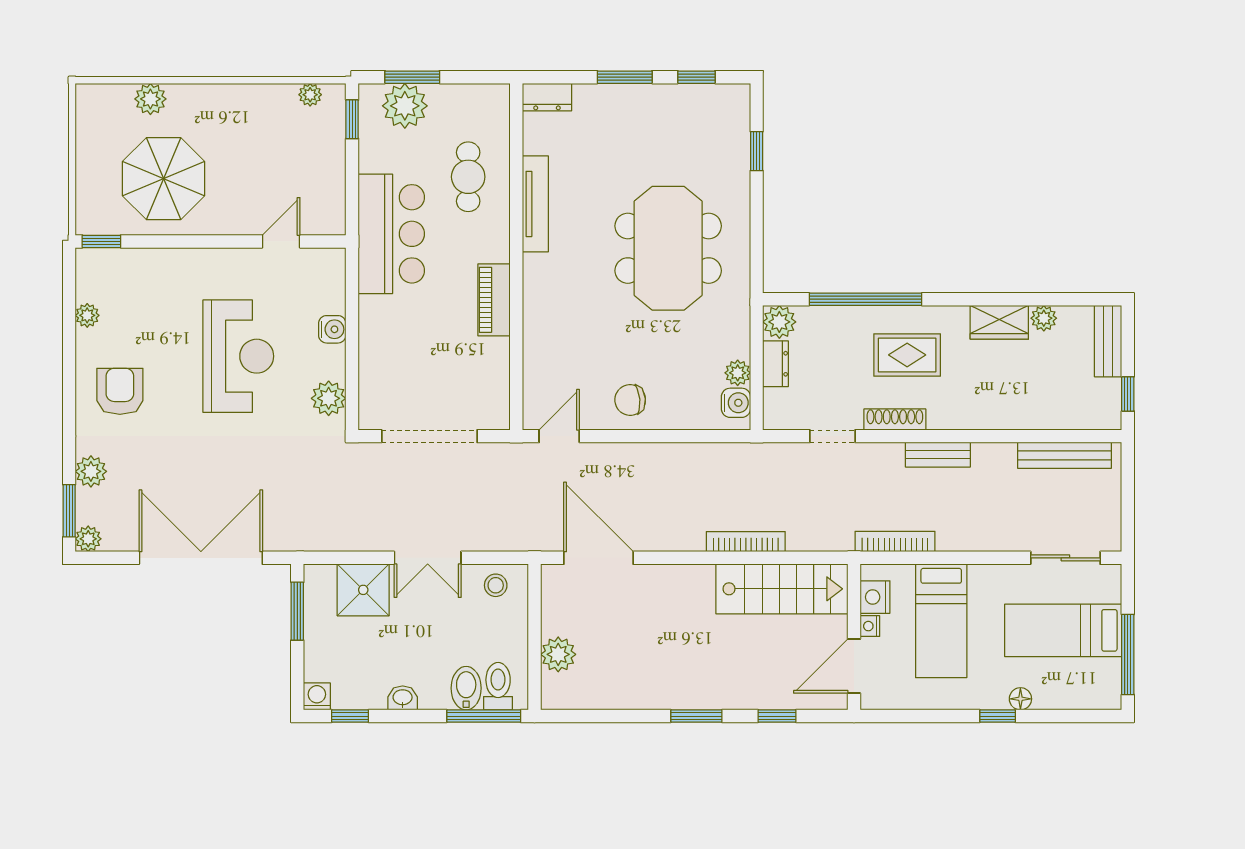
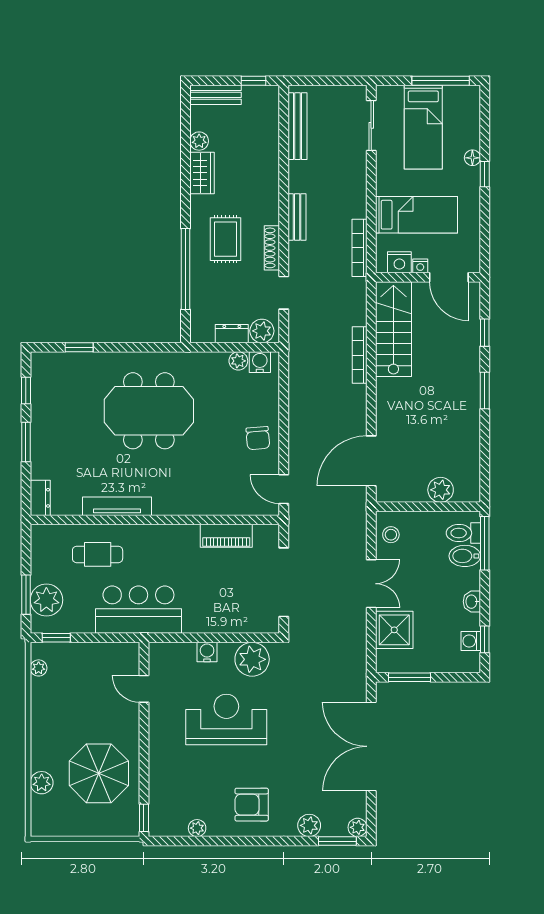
piano: (494, 300) -> (226, 536), moved
plant: (779, 322) -> (262, 331), moved
plant: (329, 398) -> (252, 659), width x1.36, depth x1.36
washing machine: (317, 696) -> (471, 641), moved

